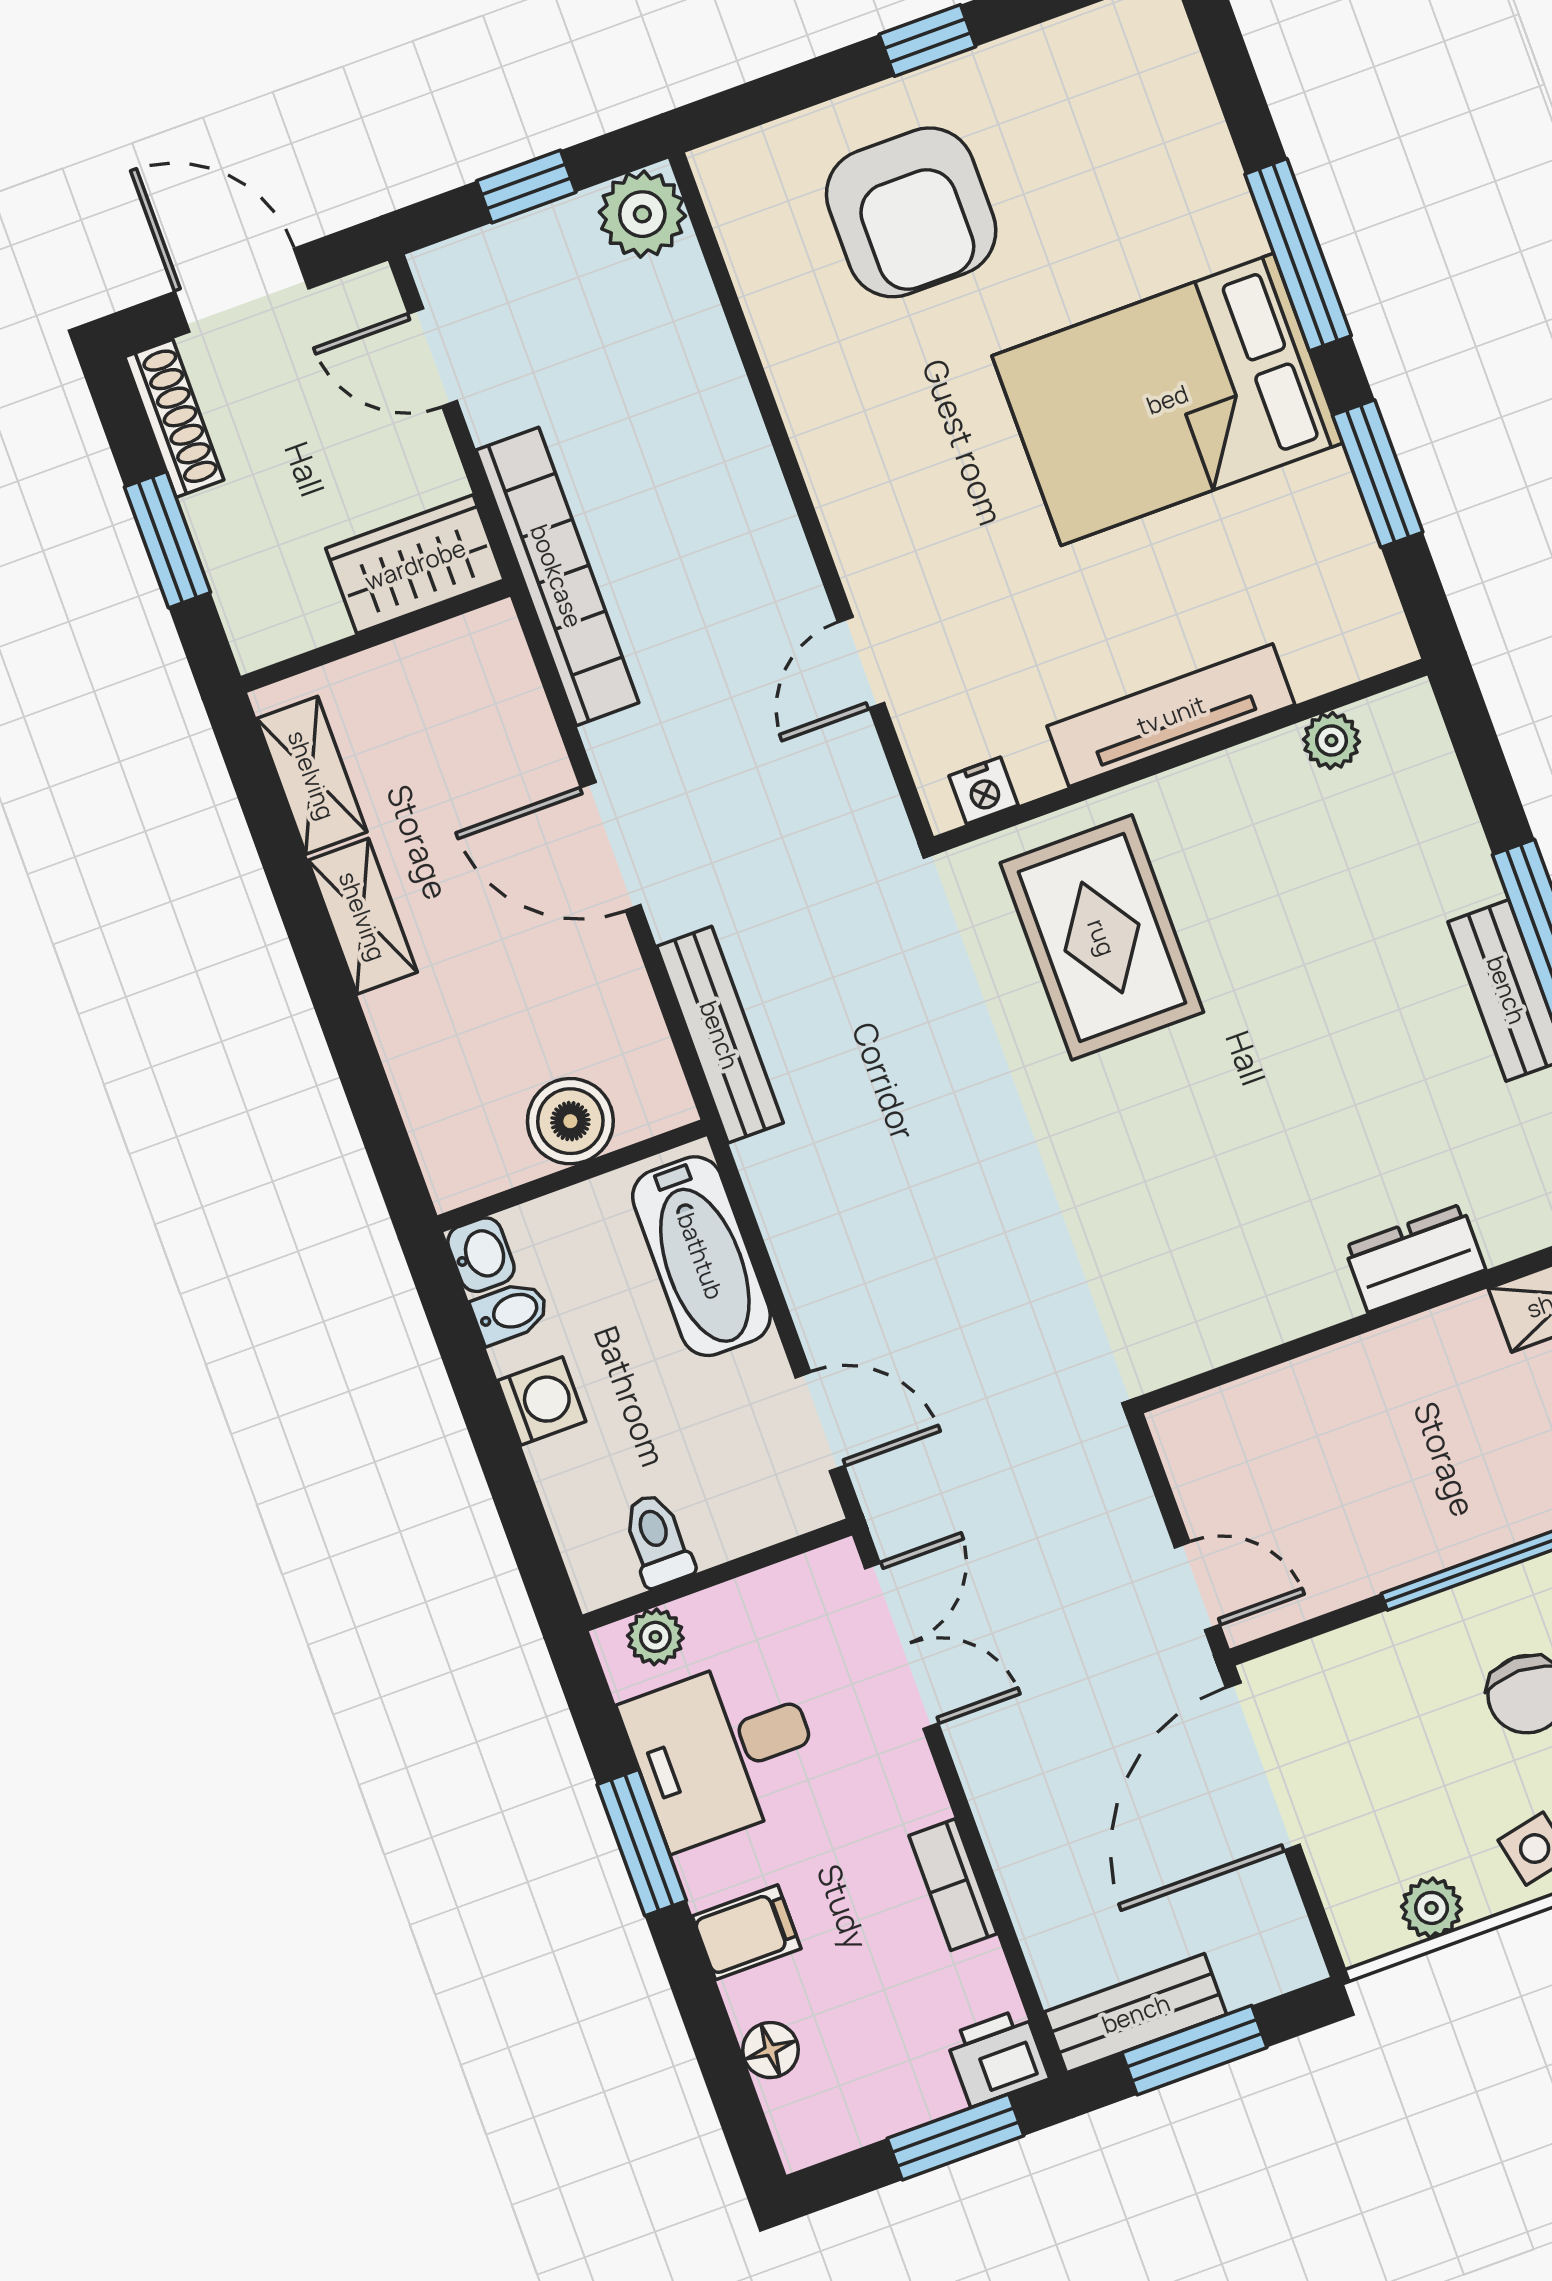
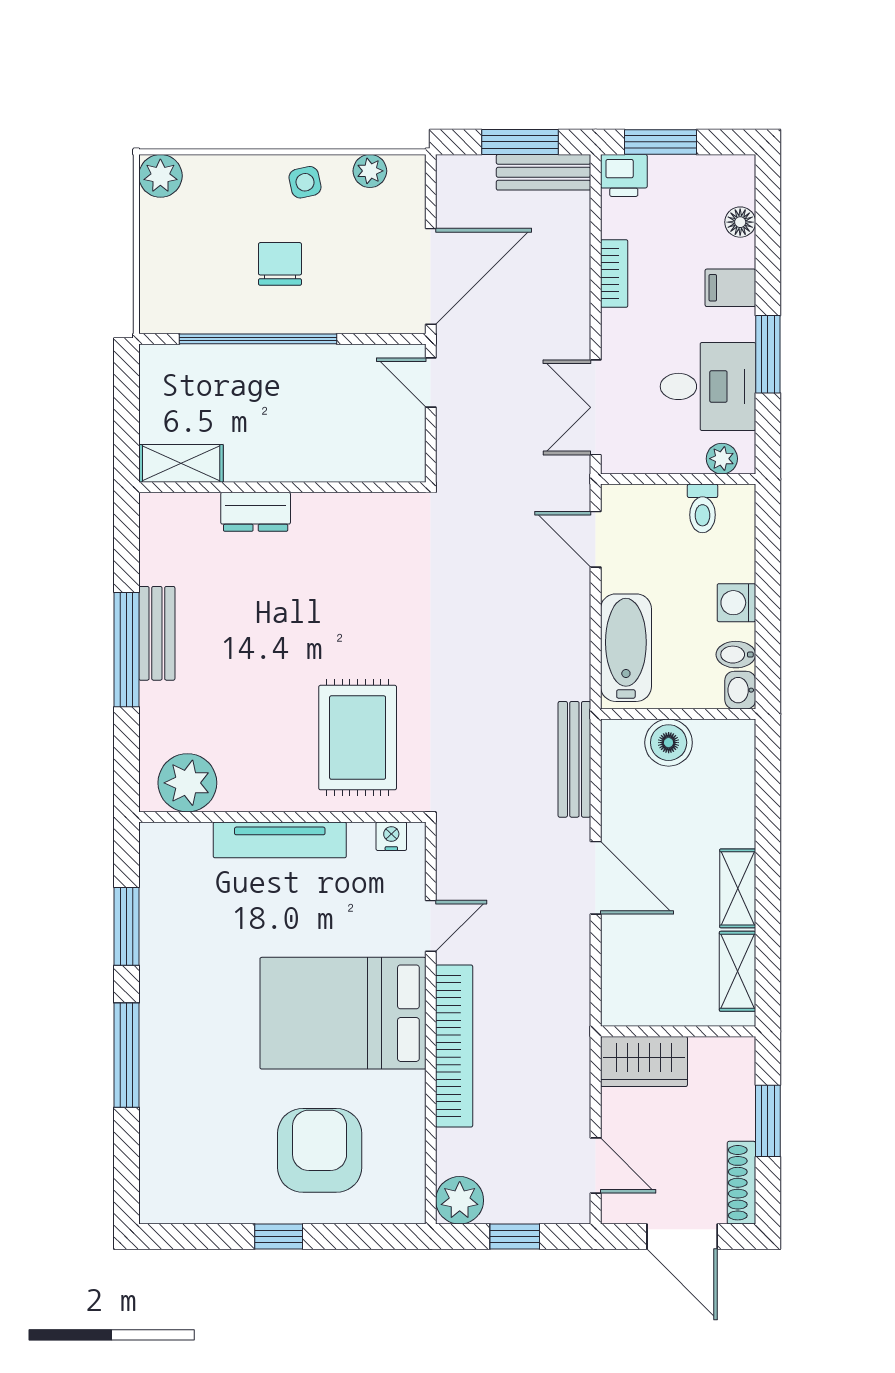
bed: (1167, 399) -> (343, 1013), moved, turned 180
bookcase: (557, 576) -> (454, 1046), moved, turned 180
plant: (1331, 740) -> (187, 783), width x1.88, depth x1.88

